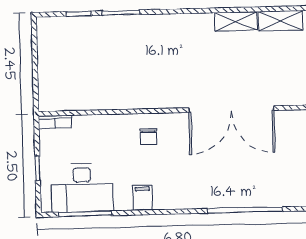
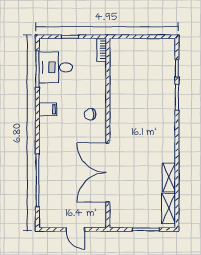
desk: (82, 188) -> (56, 67), width x0.73

